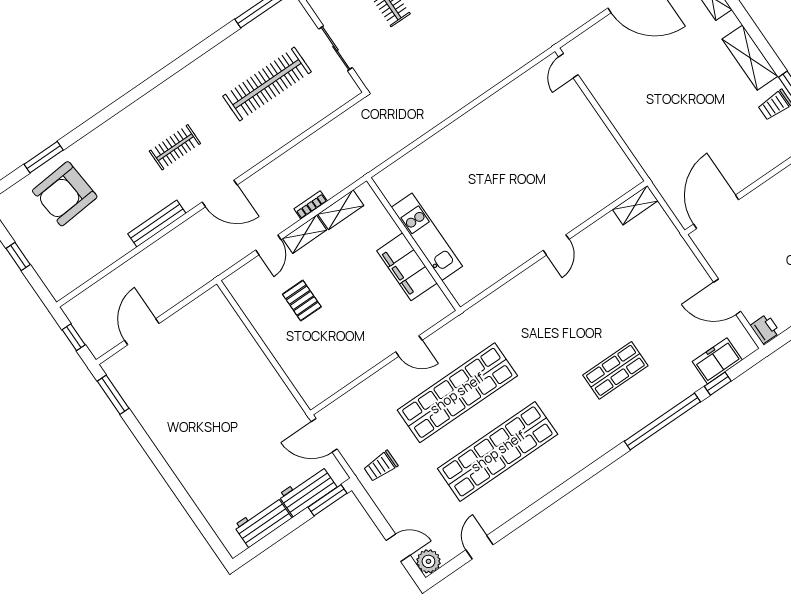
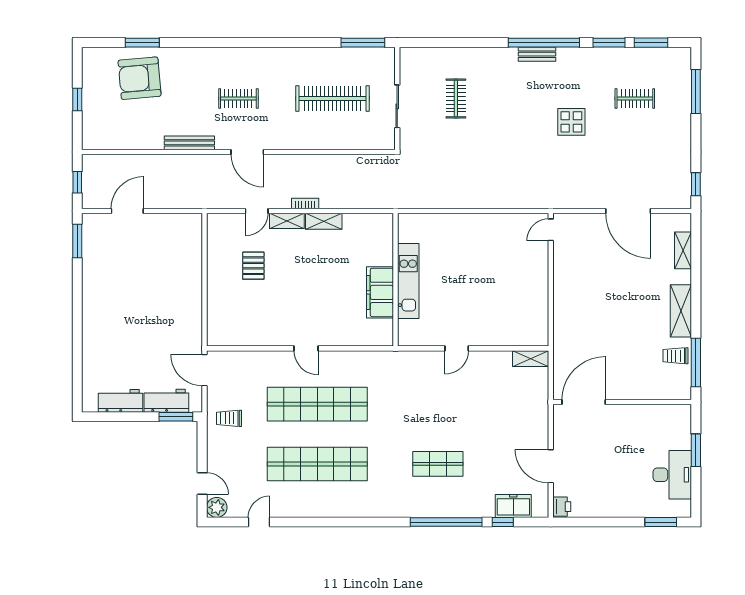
kitchen unit: (427, 237) -> (408, 281), moved
wall: (413, 244) -> (395, 280), moved
filing cabinet: (407, 267) -> (380, 292), moved

